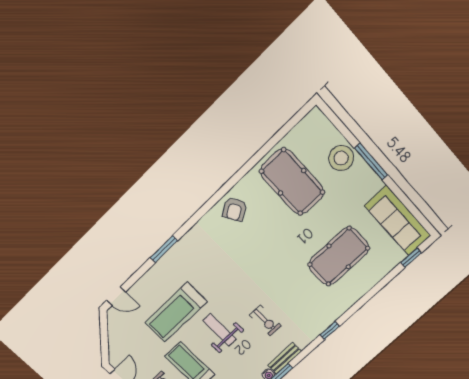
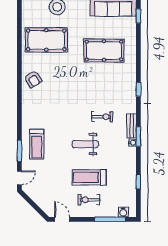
window: (164, 249) -> (19, 151), moved
pool table: (339, 256) -> (104, 51), turned 90
treadmill: (176, 312) -> (37, 144), moved, width x0.73, depth x0.73

